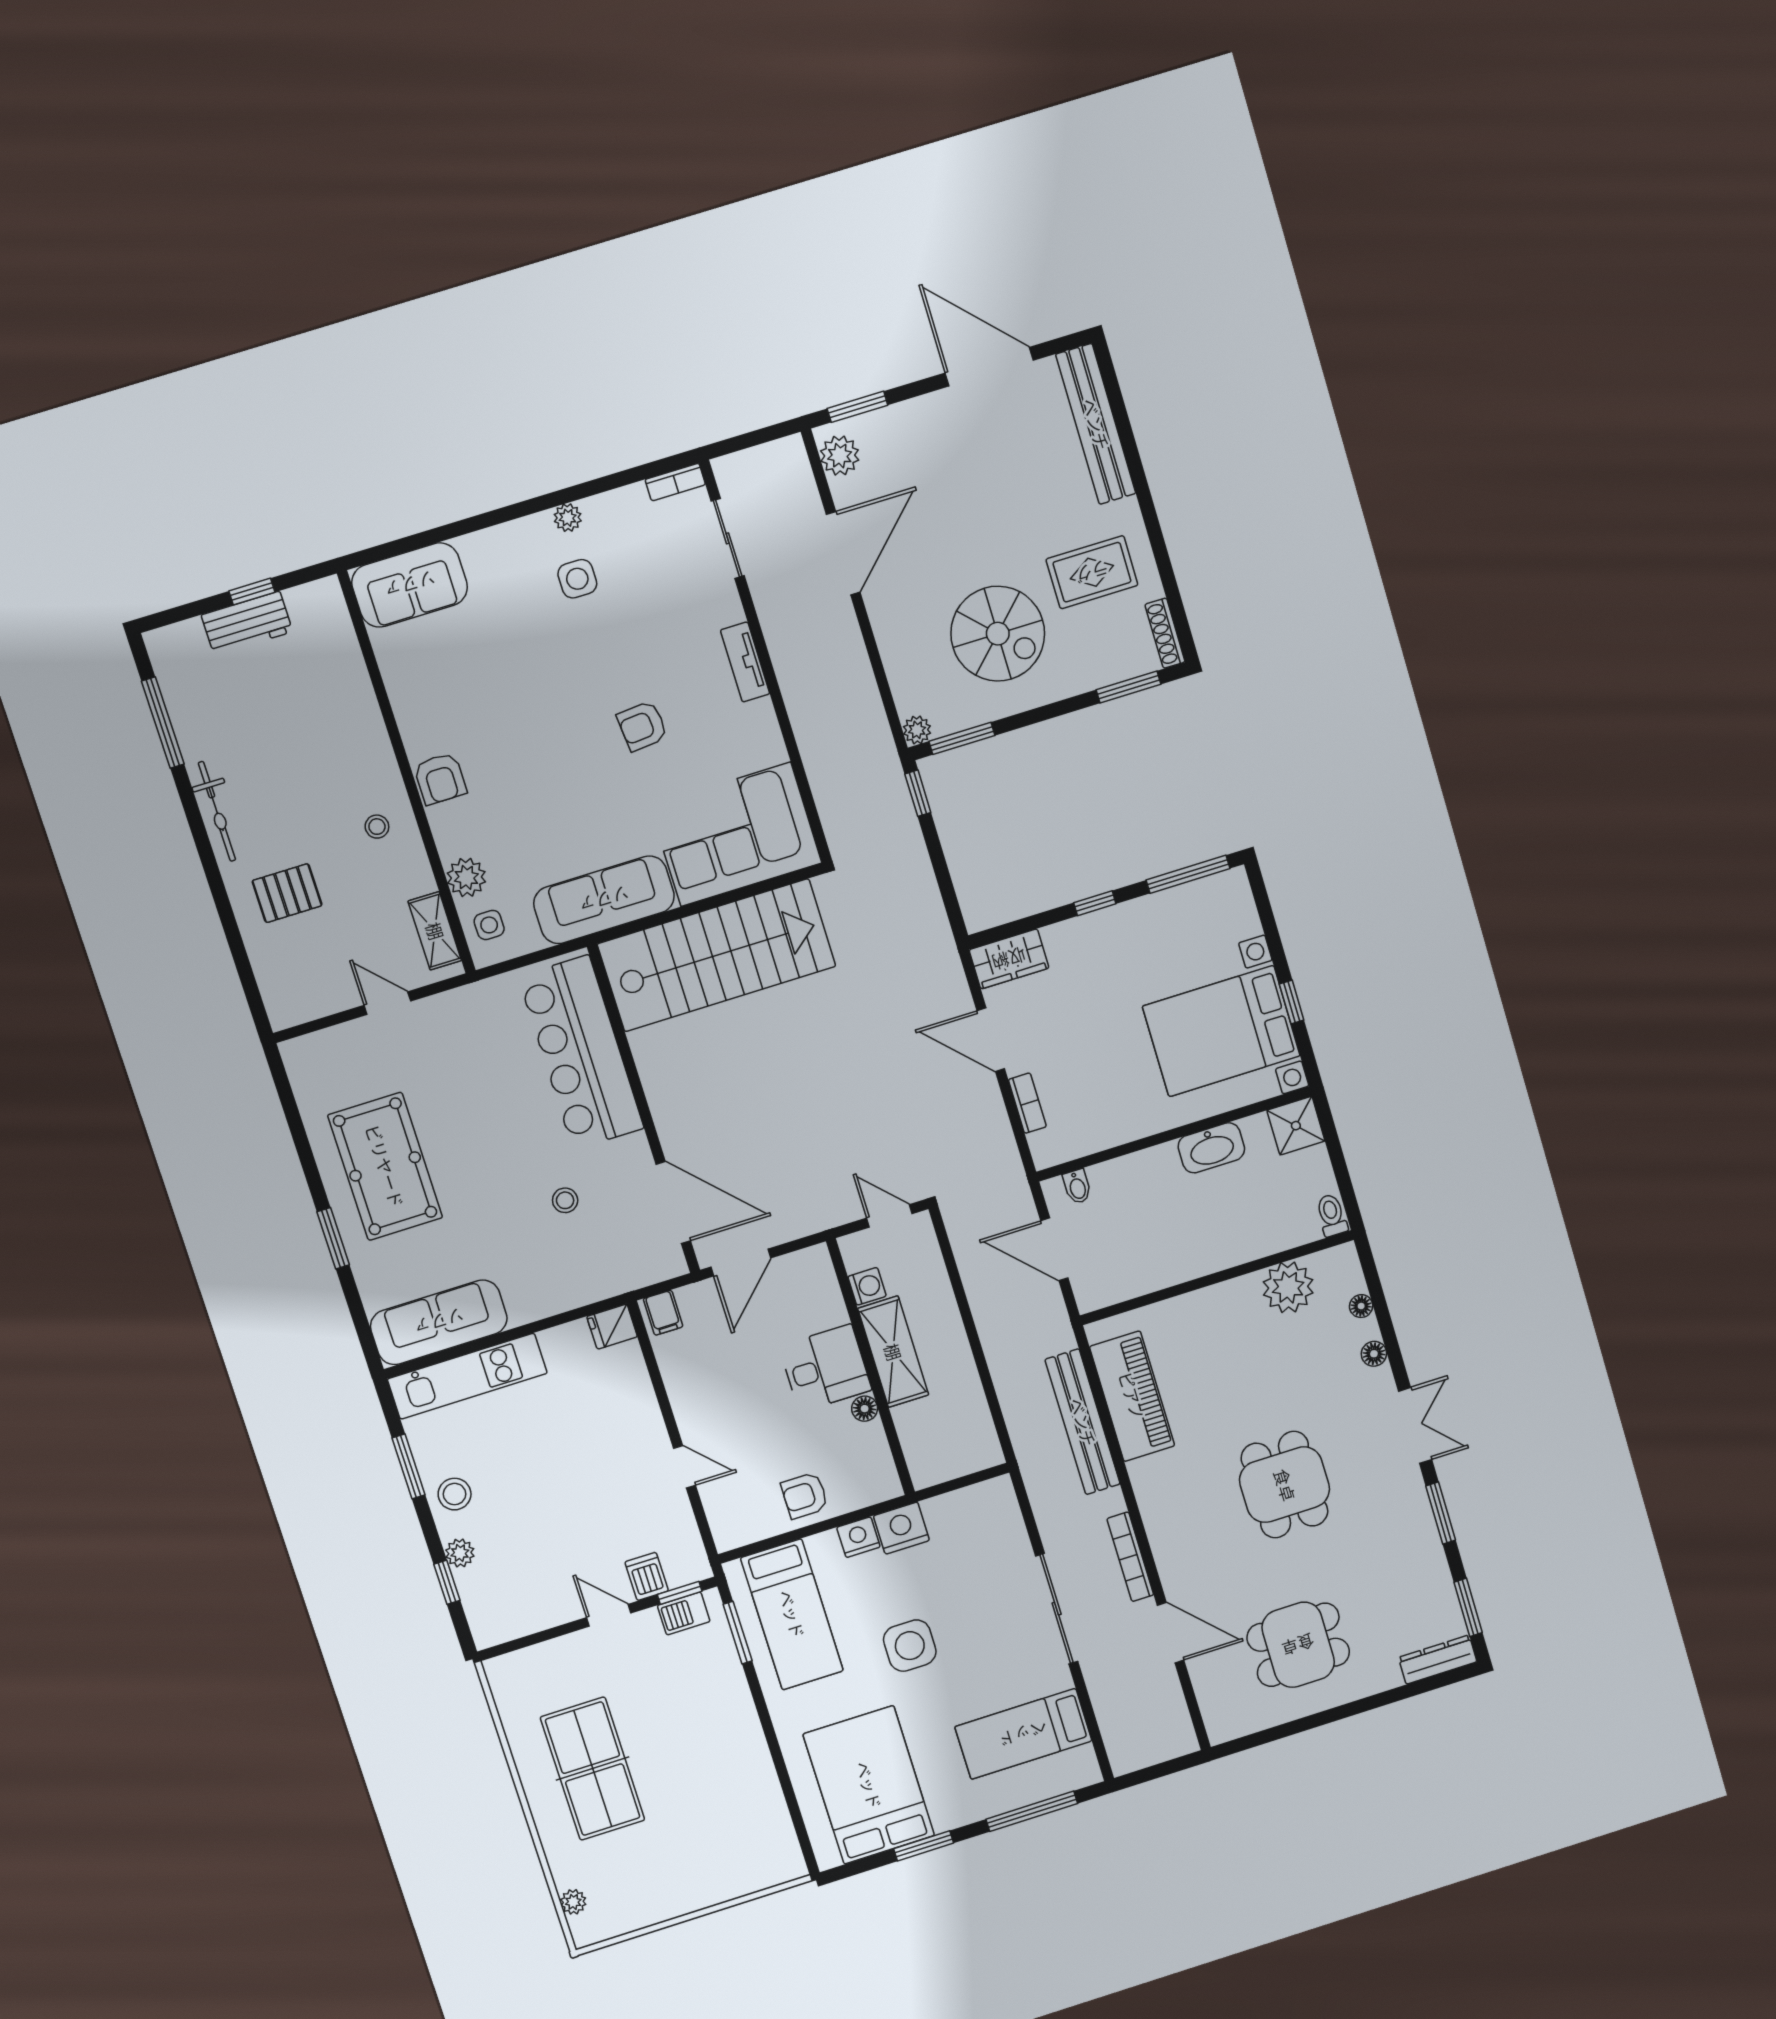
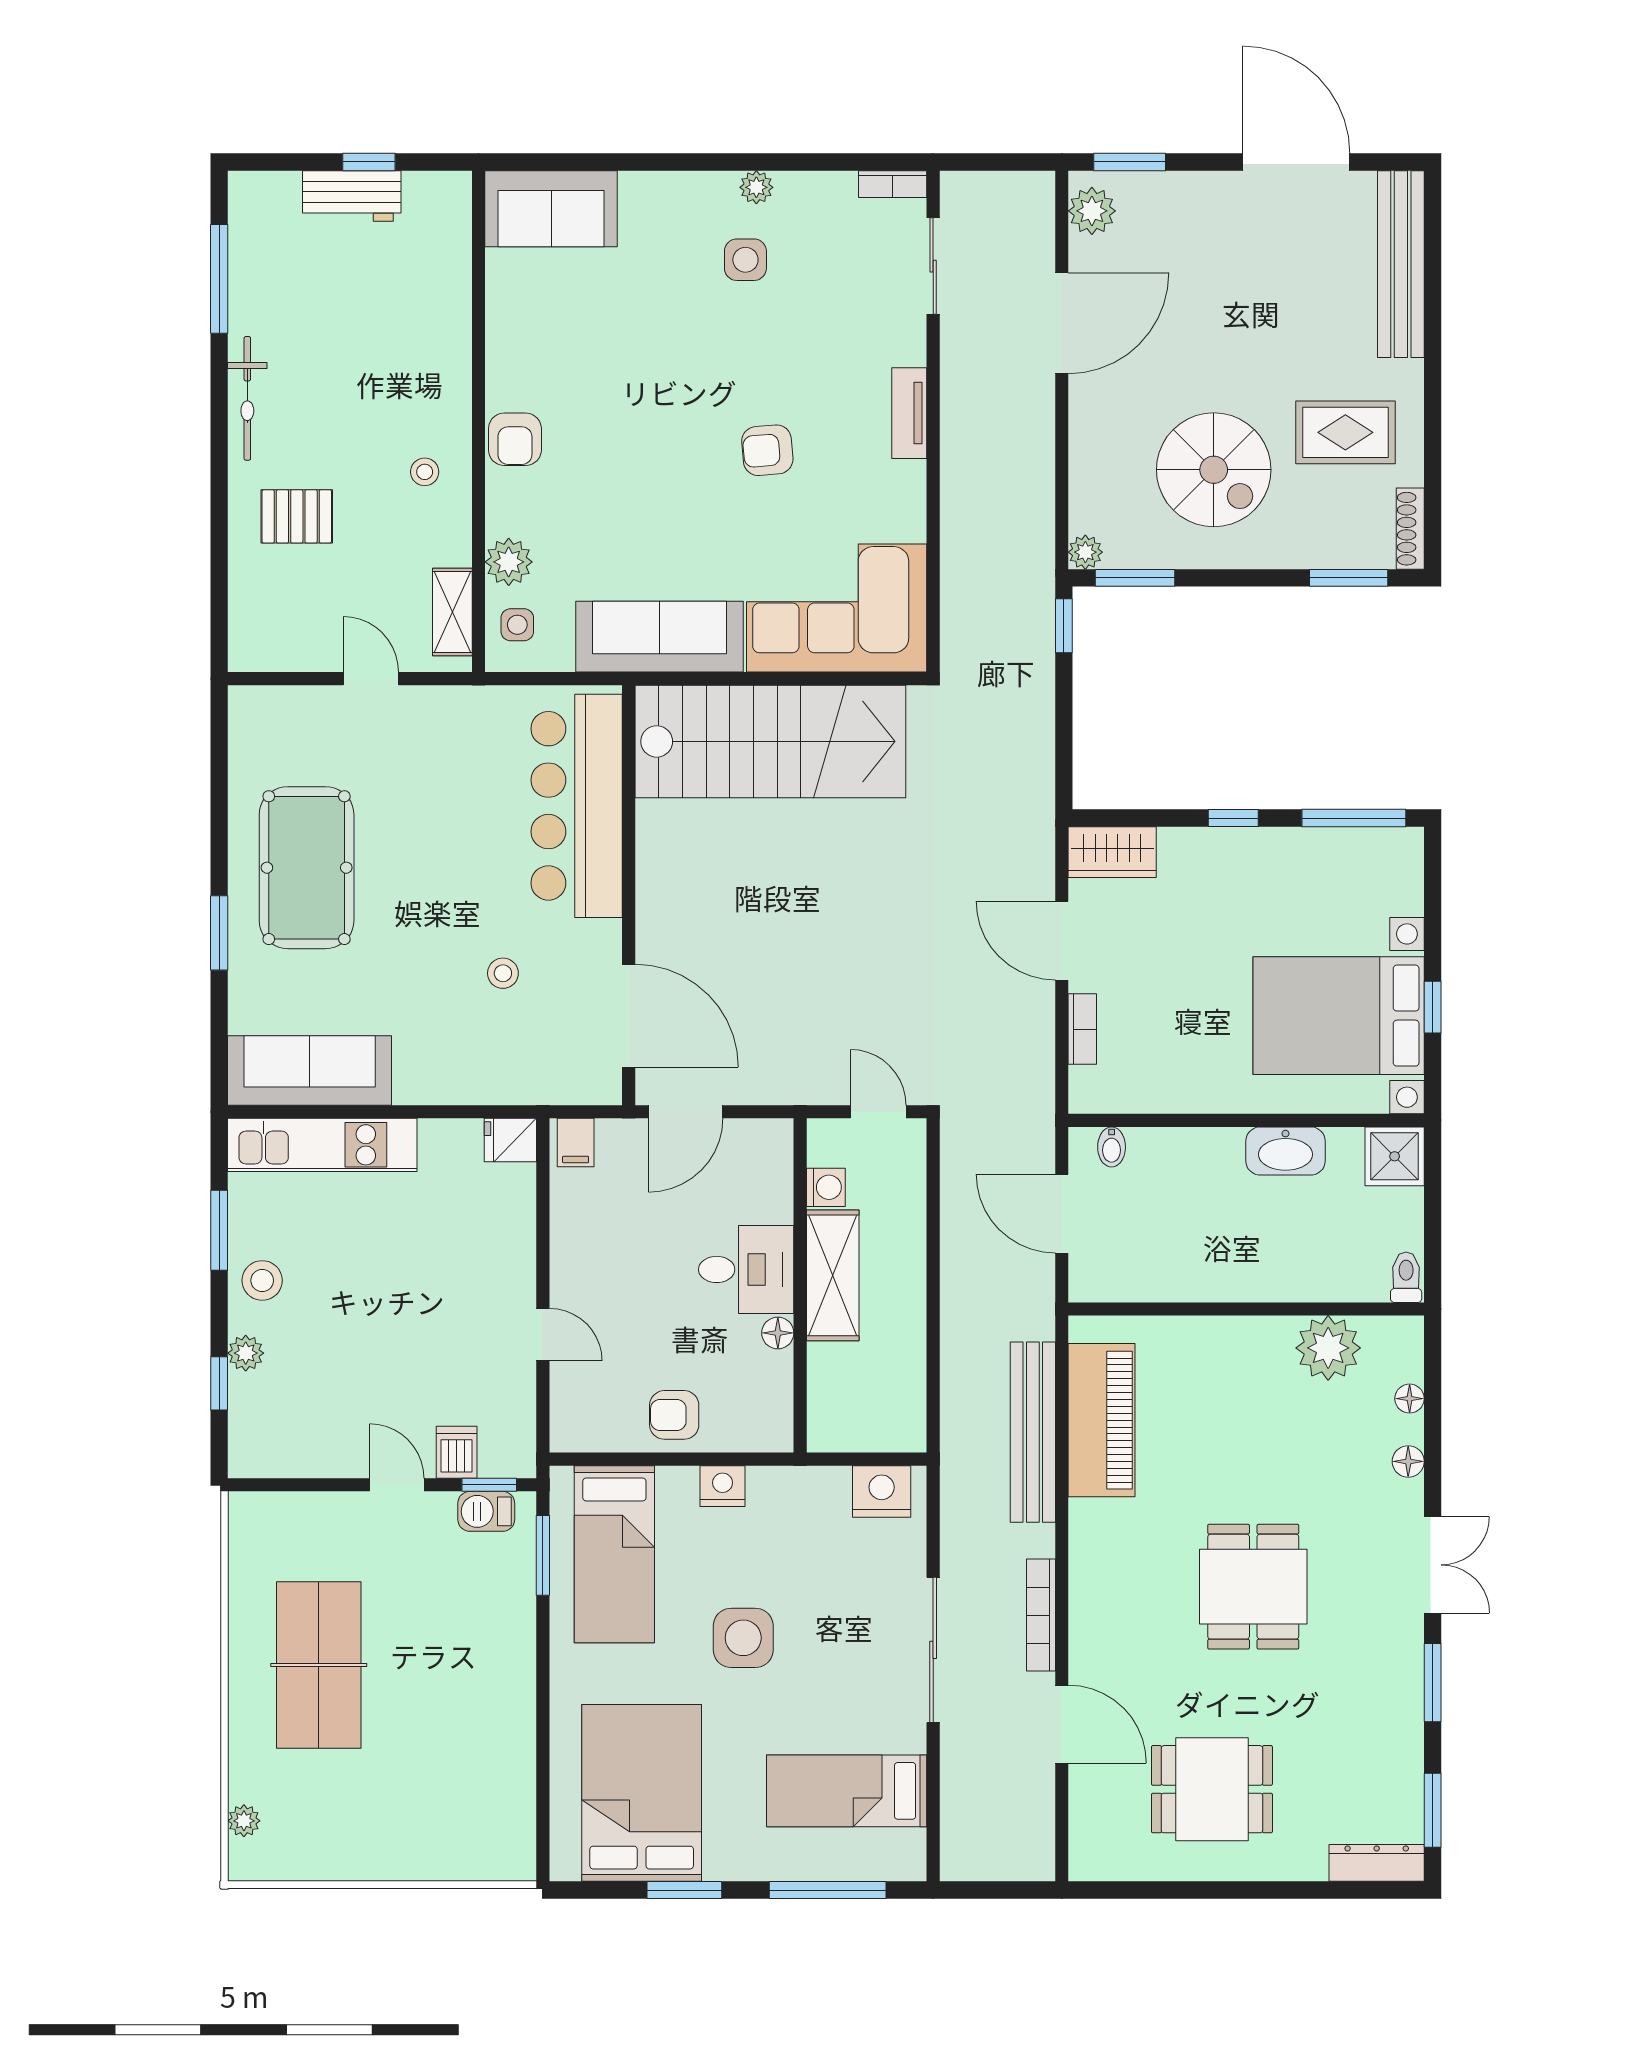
nightstand: (901, 1528) -> (882, 1491), moved

